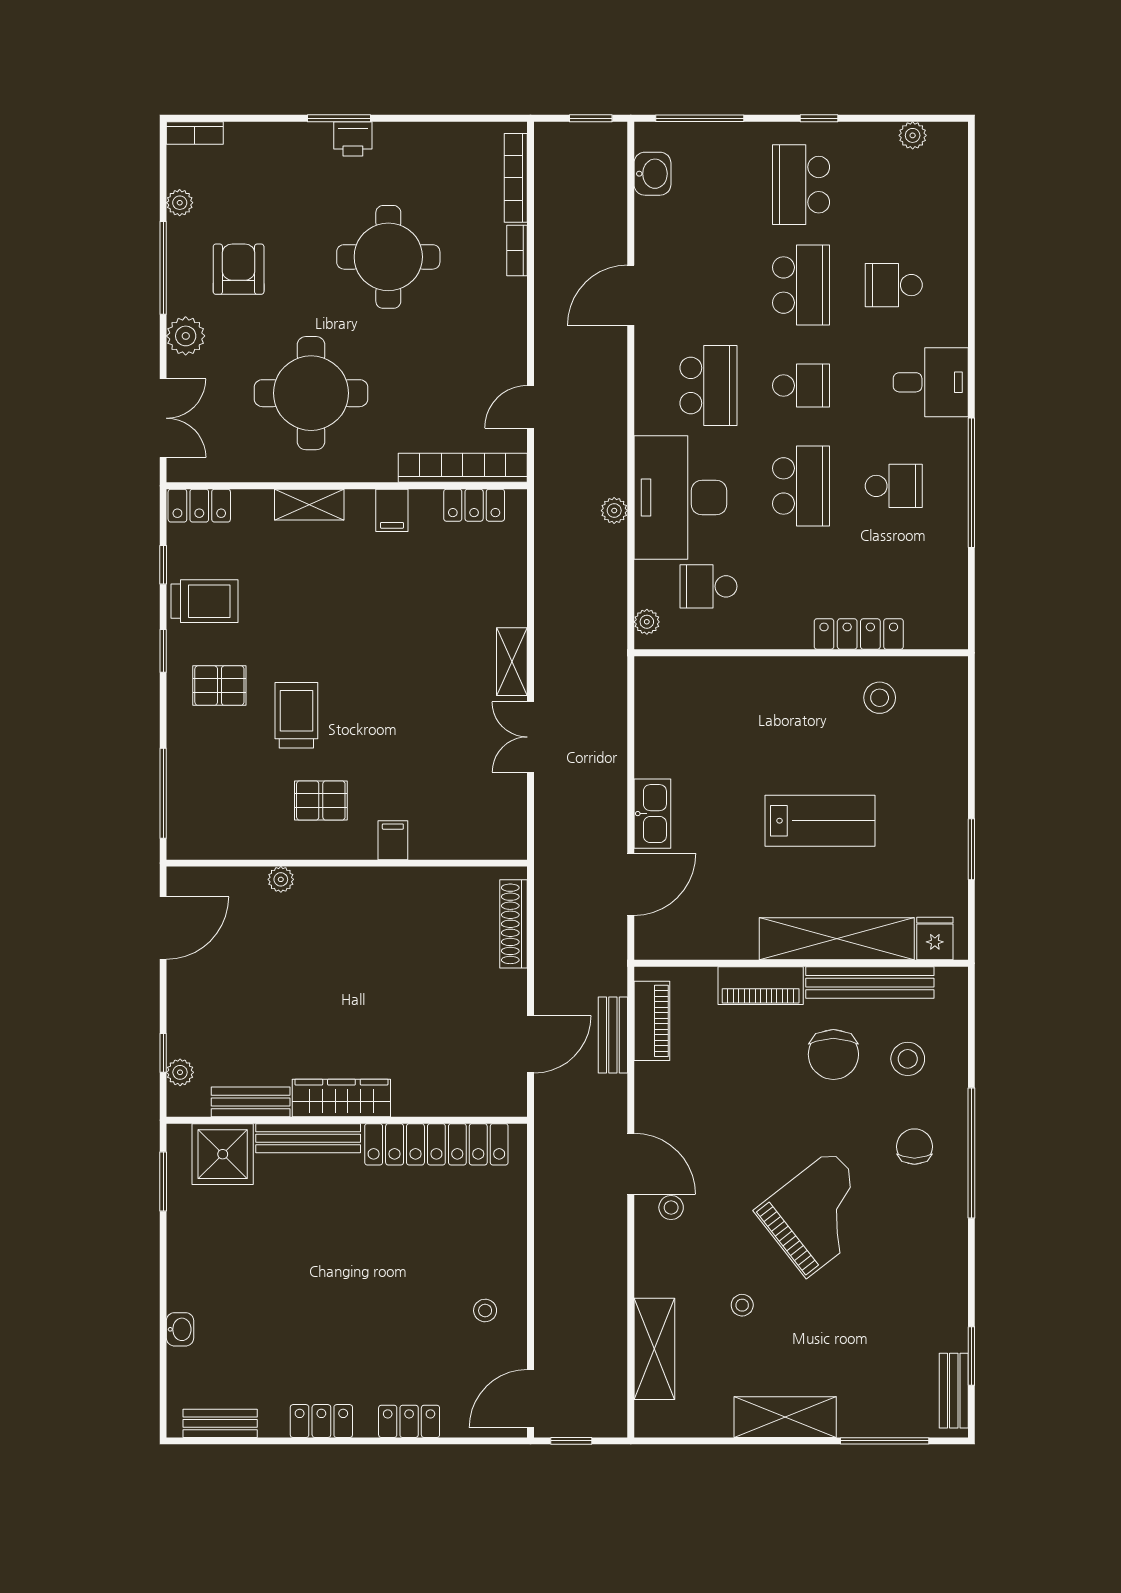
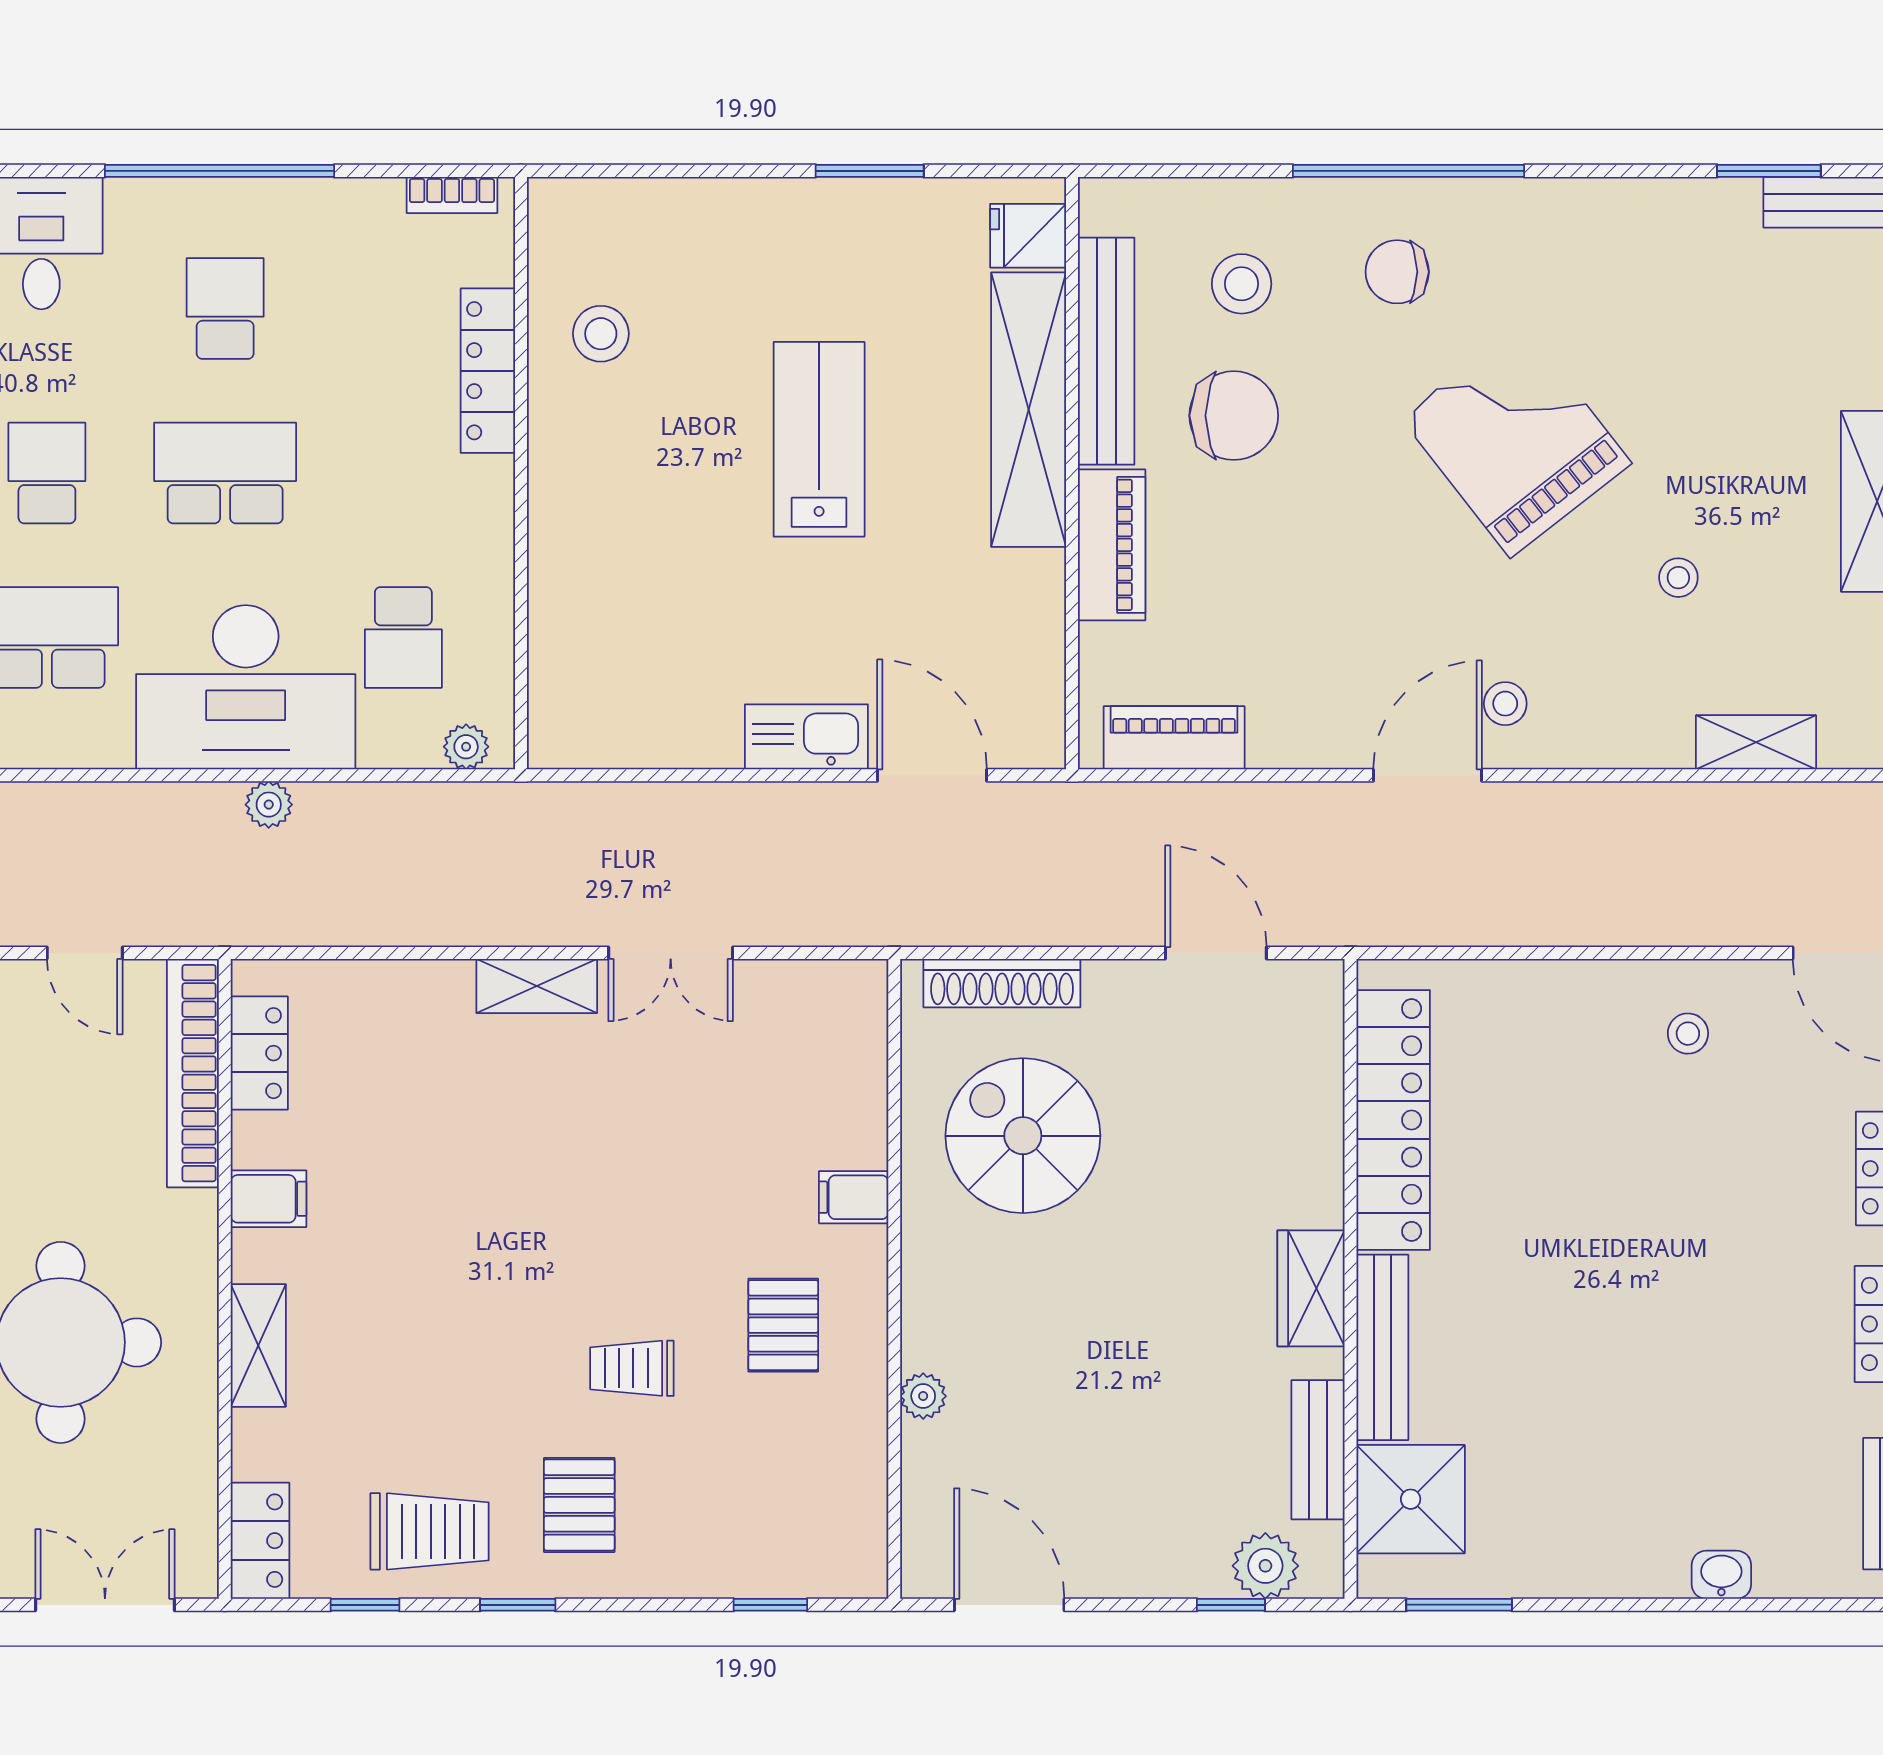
trolley: (205, 601) -> (430, 1531), turned 90
bookcase: (958, 614) -> (452, 195), added
trolley: (296, 715) -> (632, 1368), width x0.73, depth x0.72
window: (163, 793) -> (770, 1605), width x0.46
spiral stairs: (428, 936) -> (1023, 1136), added
bench: (613, 1035) -> (1199, 807), removed
plant: (180, 1072) -> (1265, 1566), width x1.38, depth x1.38
wardrobe: (341, 1098) -> (1311, 1288), width x0.67
shelving: (654, 1349) -> (1756, 742), width x0.67, depth x0.75

